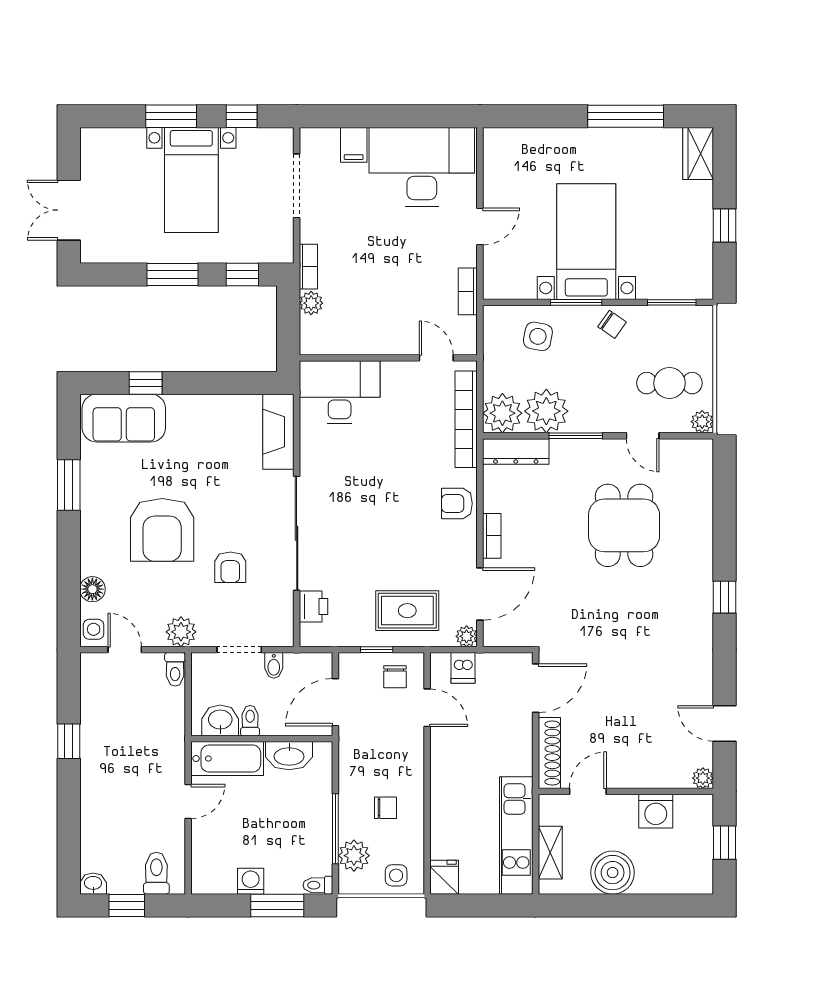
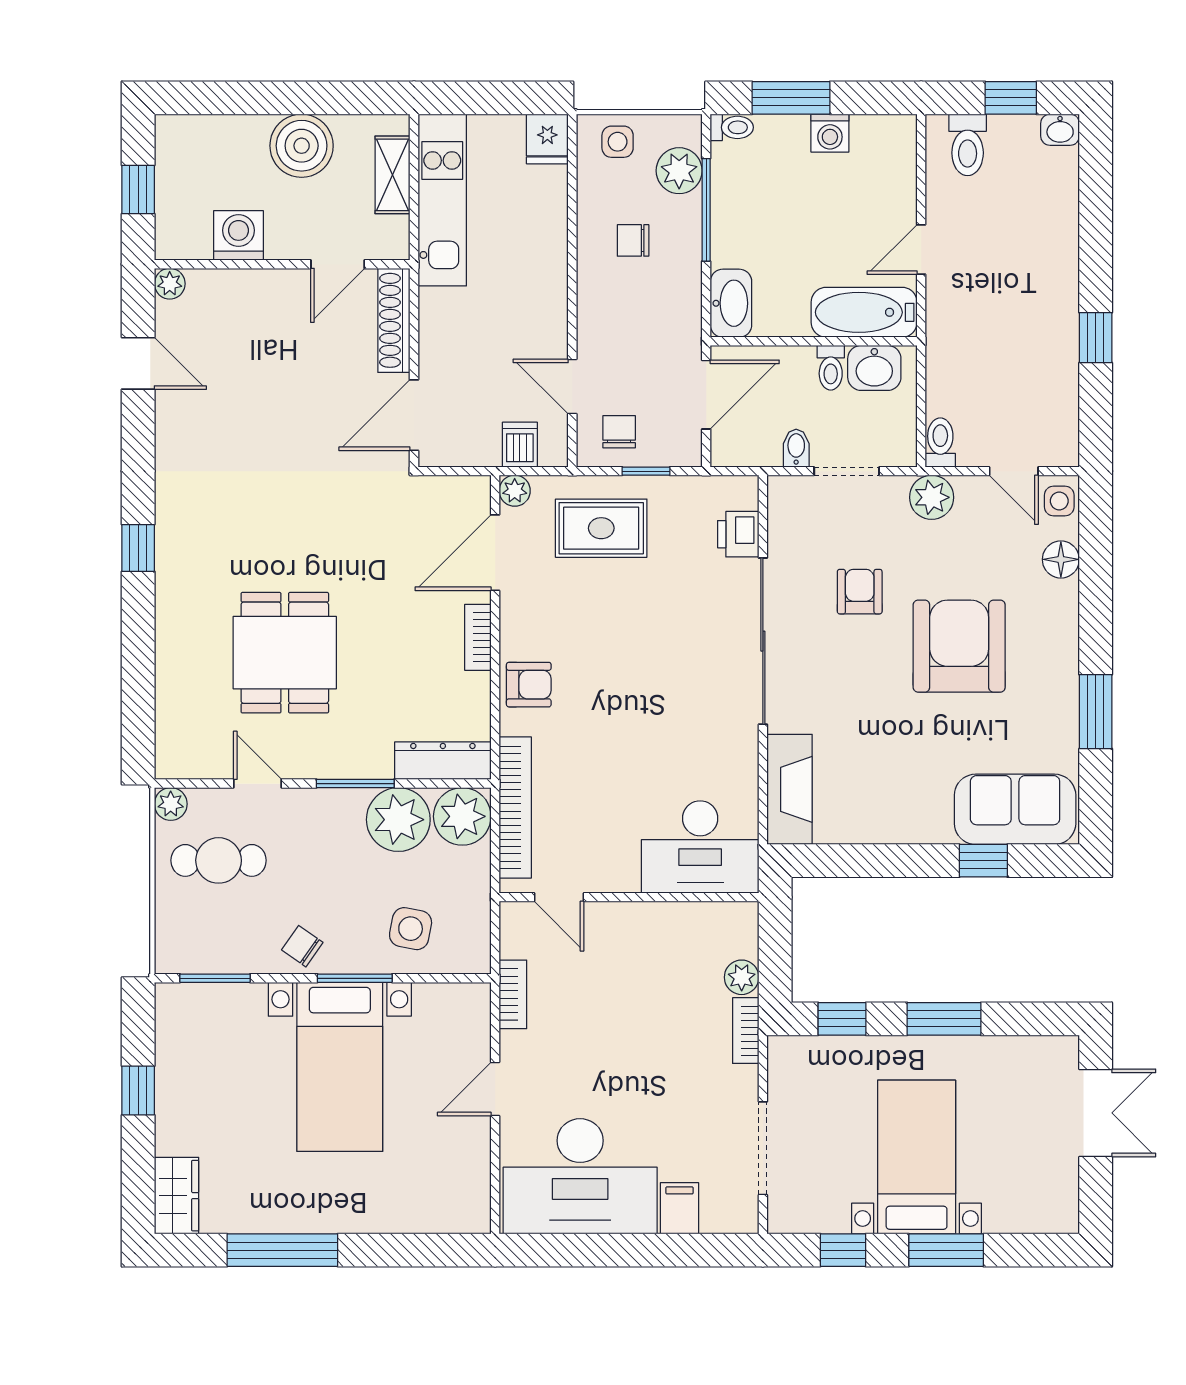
washbasin: (289, 756) -> (731, 303), moved, turned 90

